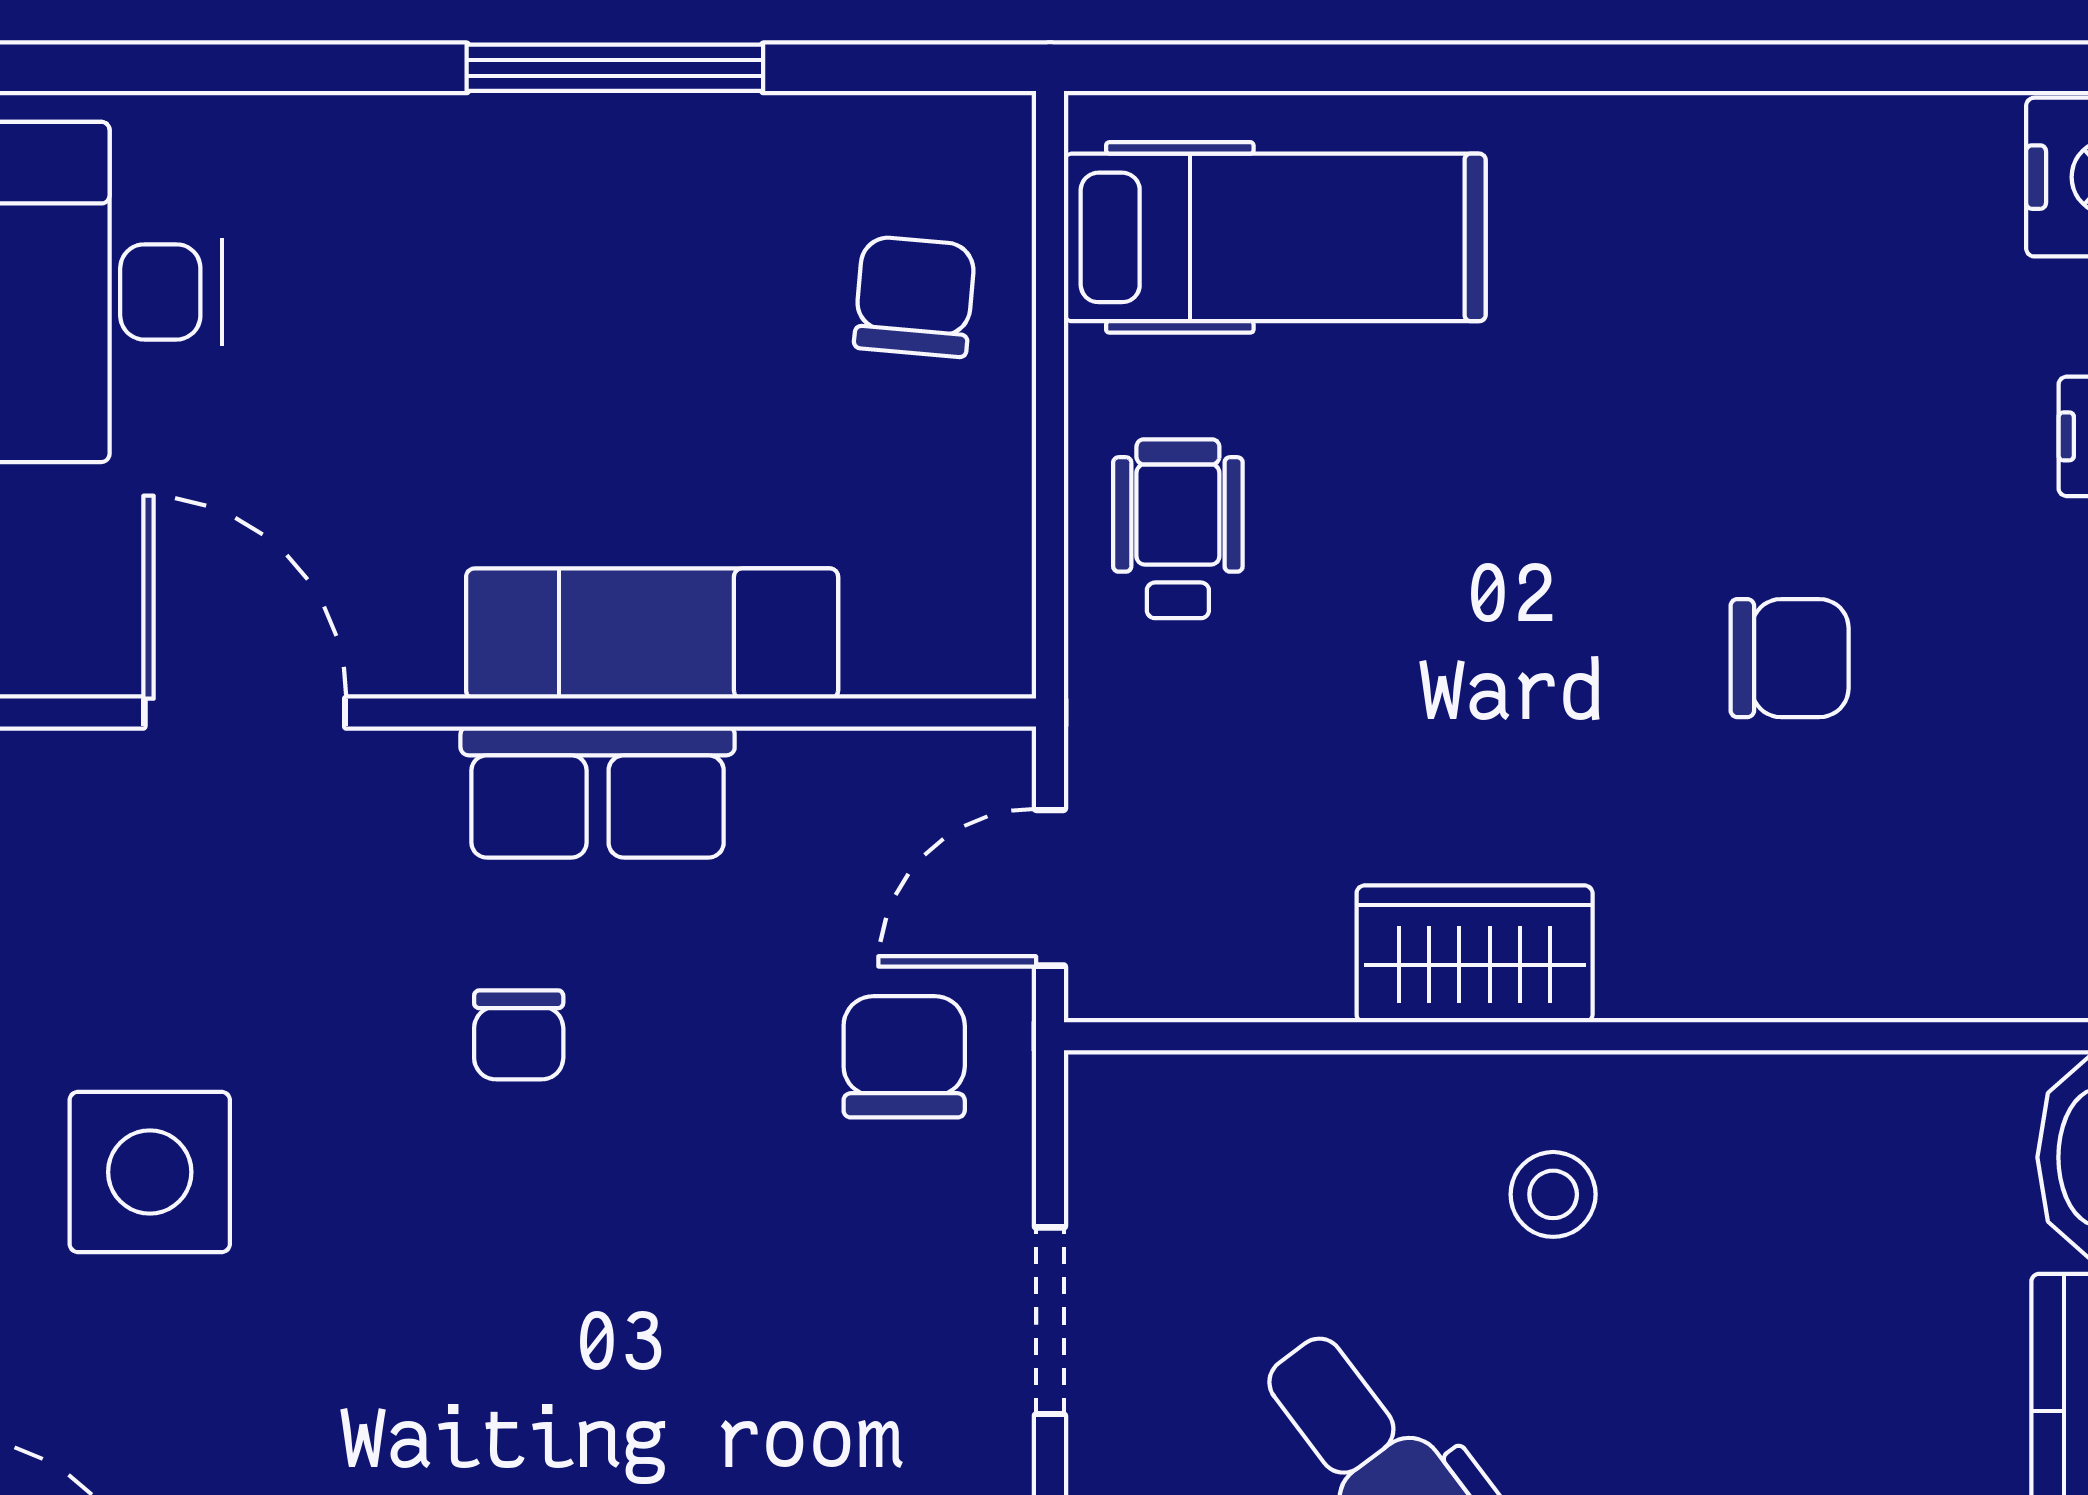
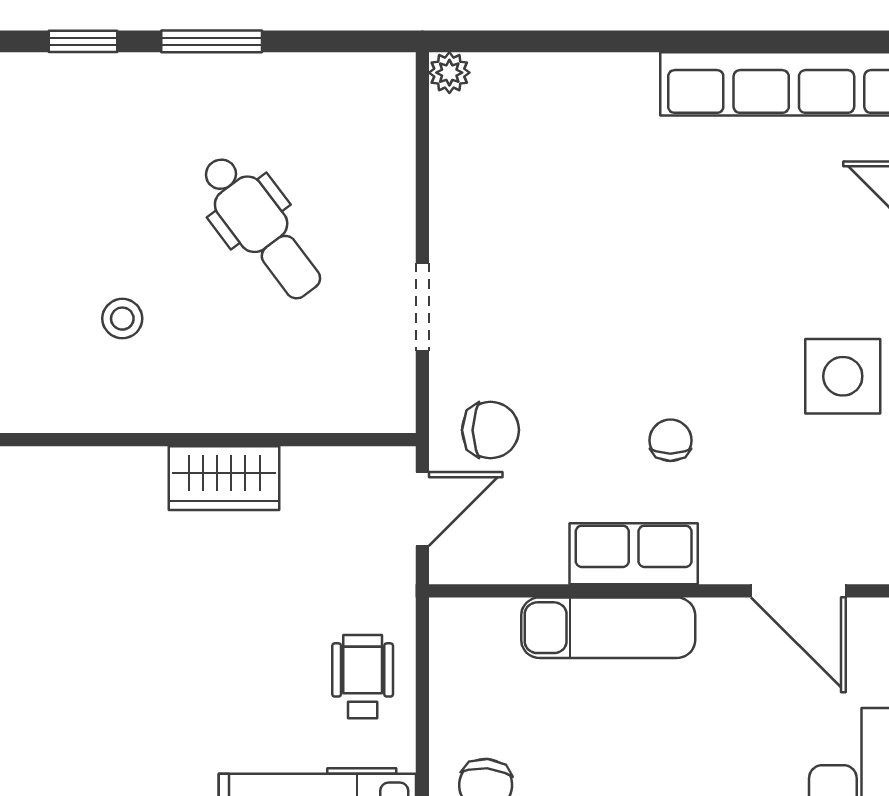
wheelchair: (1178, 529) -> (363, 677), turned 180
chair: (1790, 658) -> (77, 616), removed
chair: (904, 1057) -> (490, 430), turned -90
stool: (1553, 1194) -> (122, 319), moved

